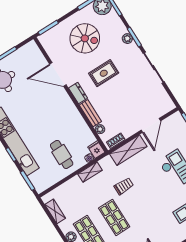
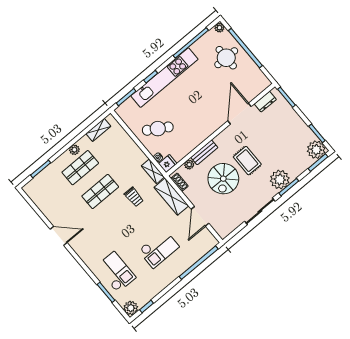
spiral stairs: (85, 38) -> (223, 179), moved
plant: (127, 39) -> (280, 180), width x1.88, depth x1.88
dresser: (78, 93) -> (265, 102), moved
door: (151, 125) -> (200, 216), hinge flipped
cafe table: (62, 154) -> (158, 129), turned 31
shelving: (90, 172) -> (153, 171), moved

